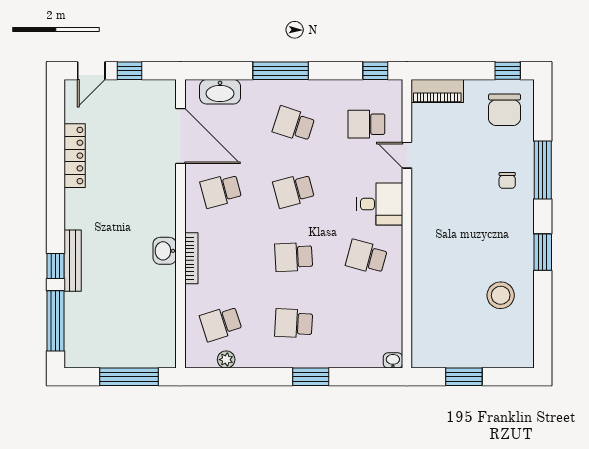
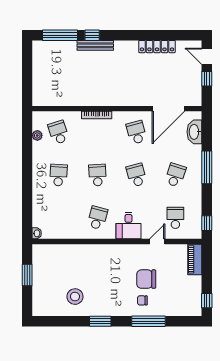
chair: (505, 110) -> (146, 279), moved
washbasin: (165, 251) -> (101, 99), removed
window: (129, 377) -> (27, 78), removed
window: (311, 377) -> (27, 185), removed

